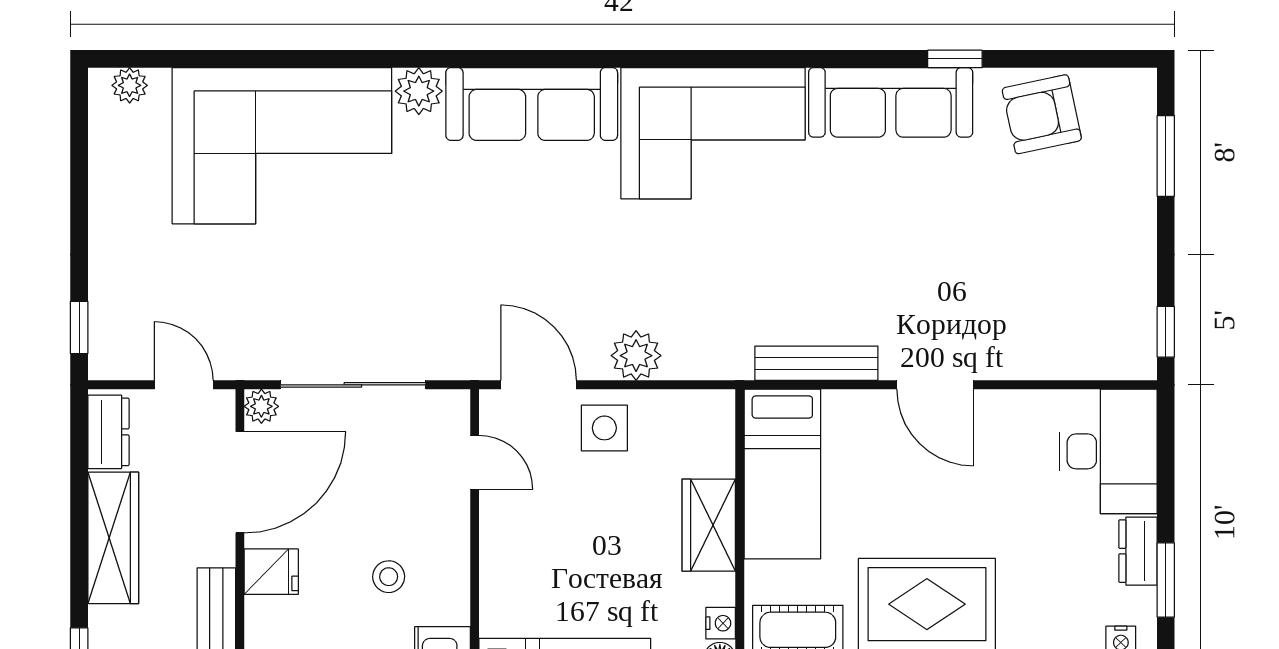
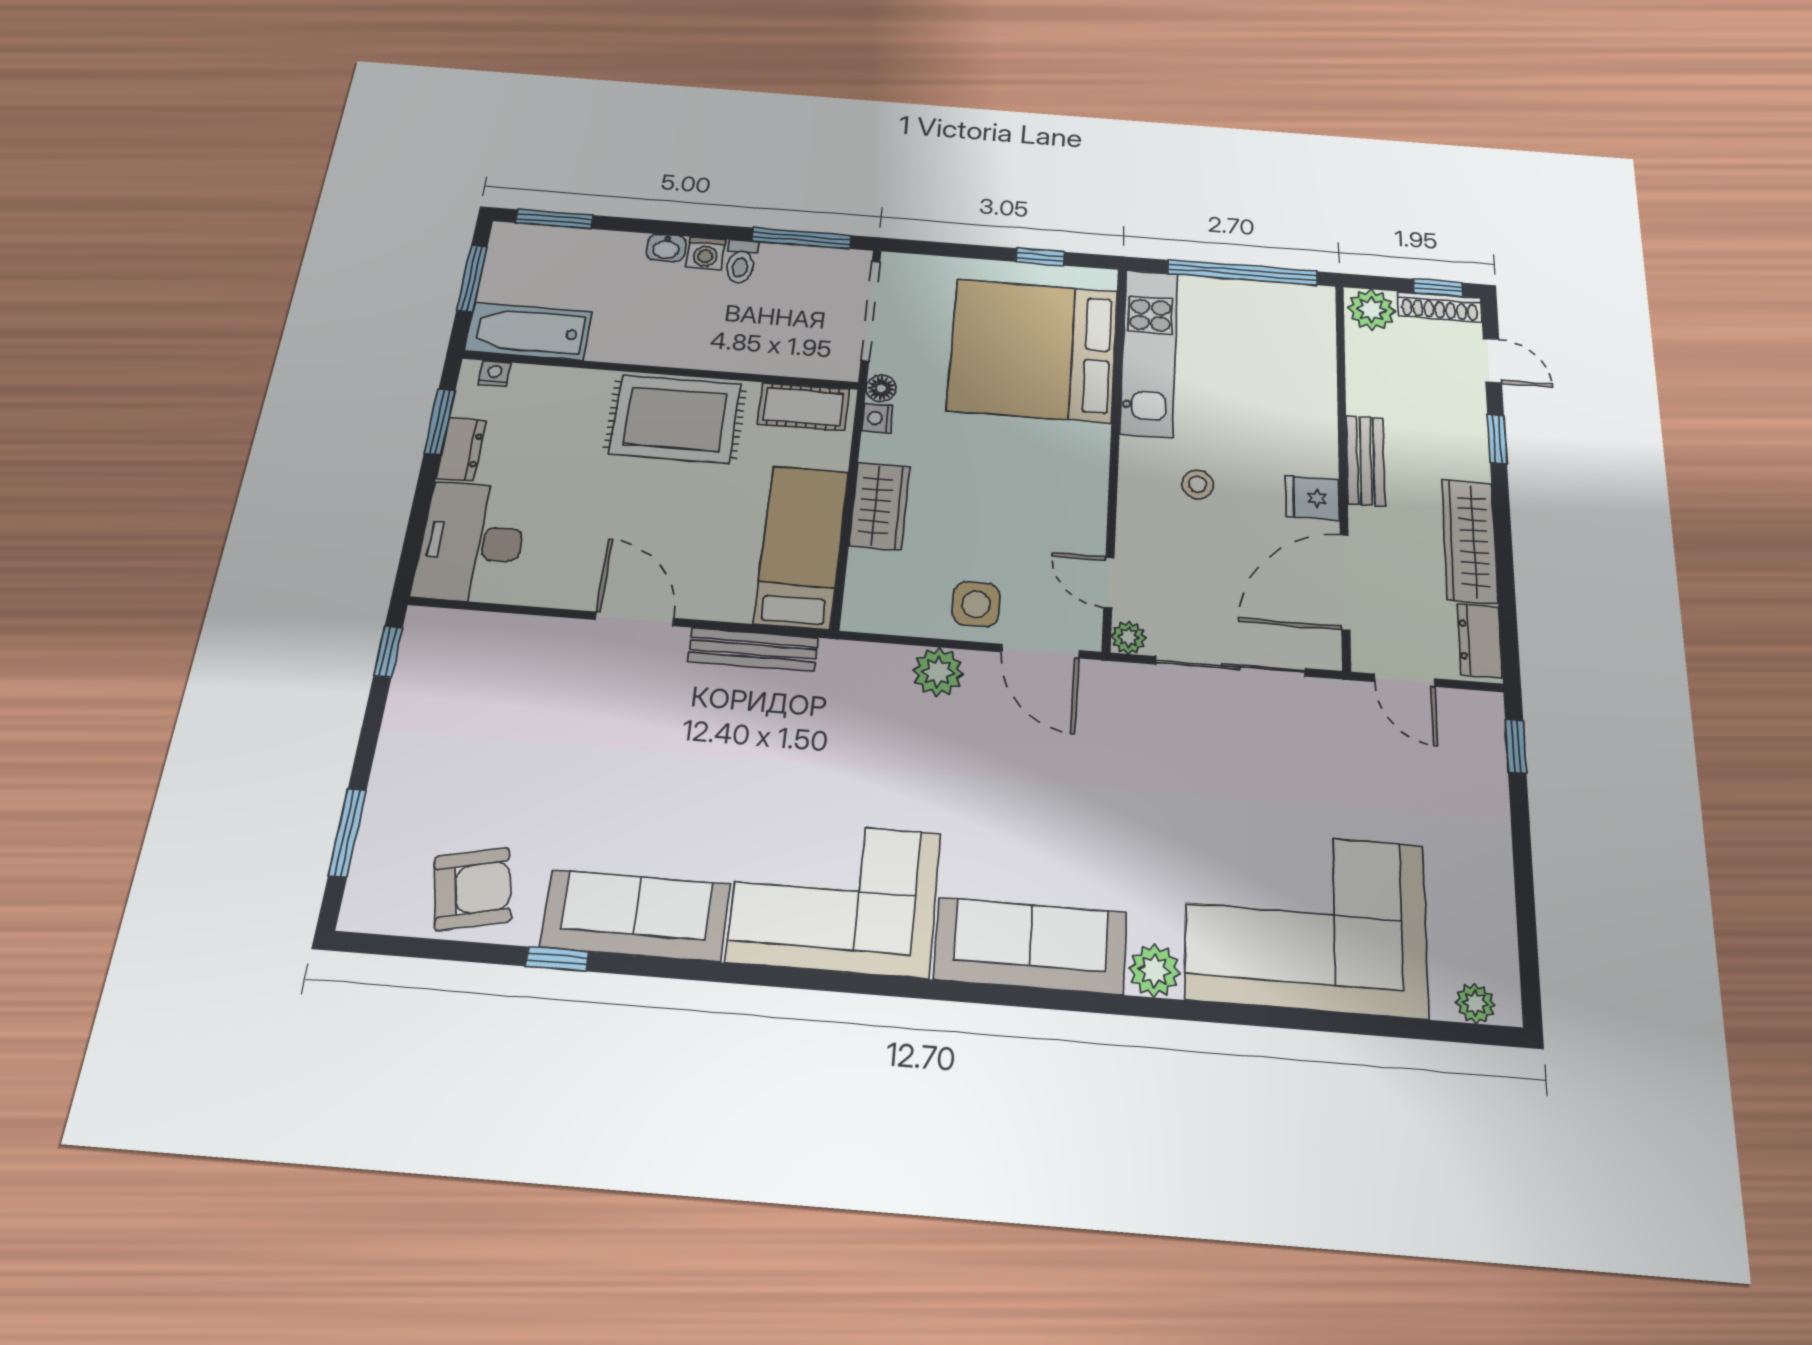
plant: (261, 406) -> (1129, 637), moved

